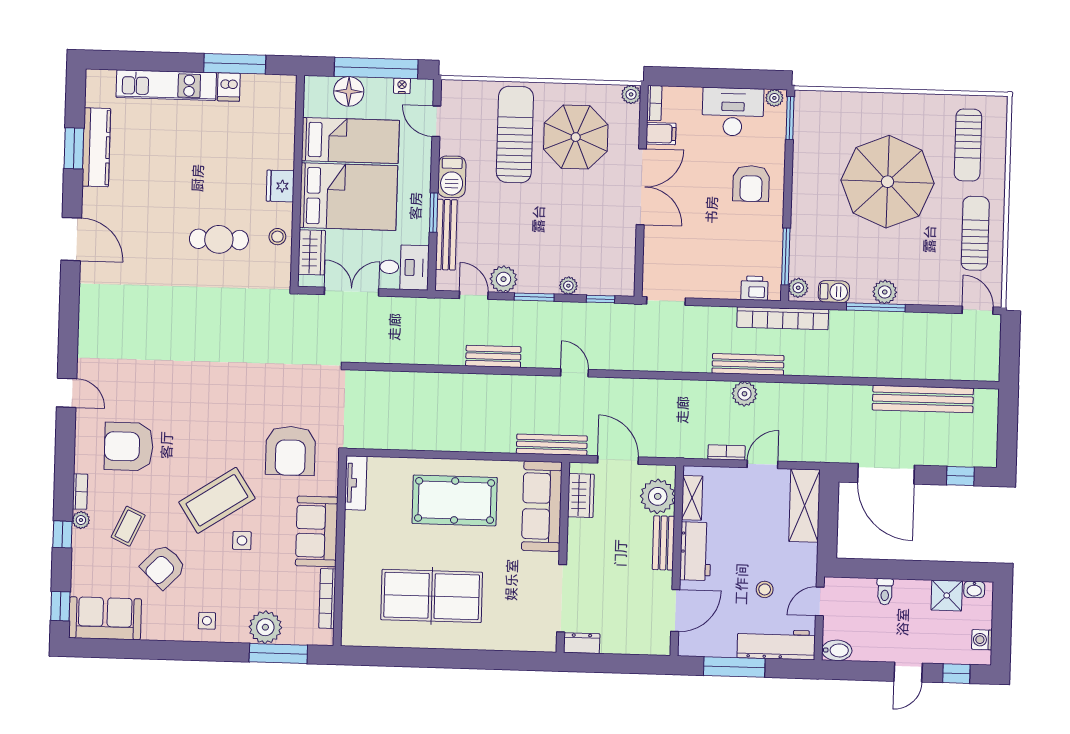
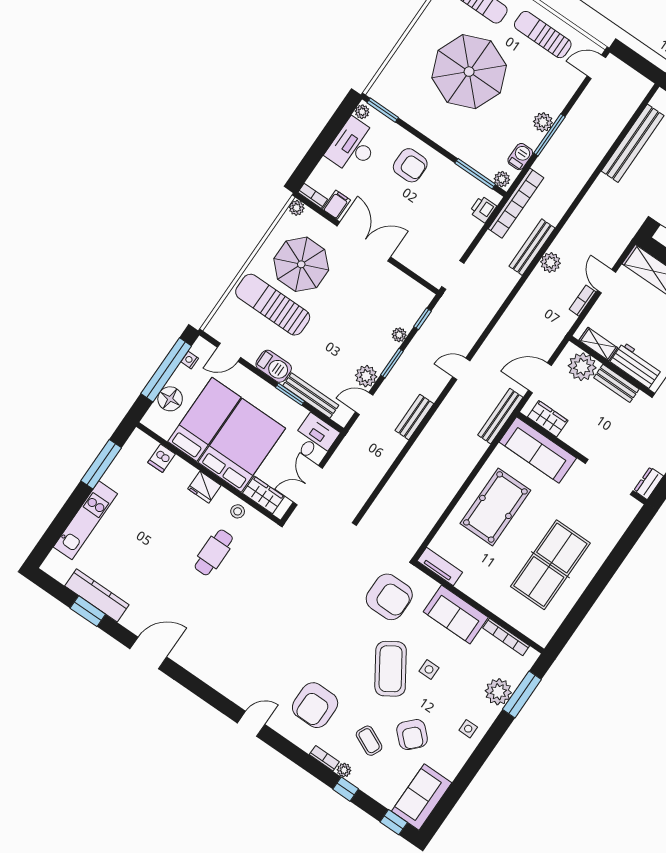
dishwasher: (229, 87) -> (161, 458), moved, turned 90

